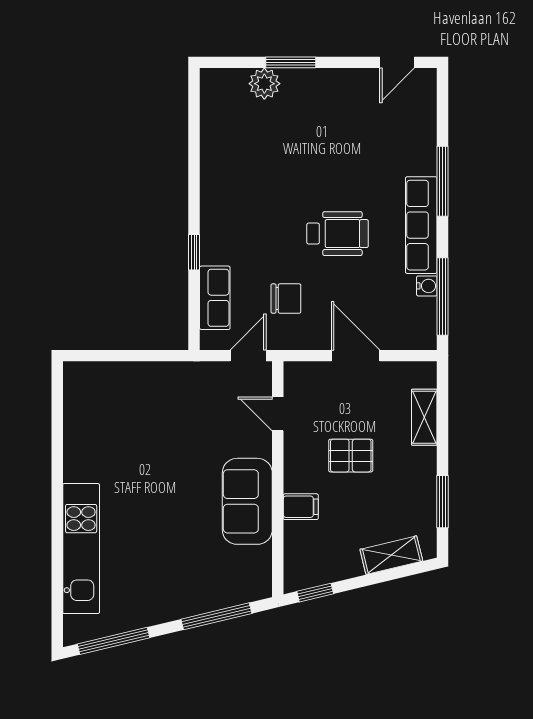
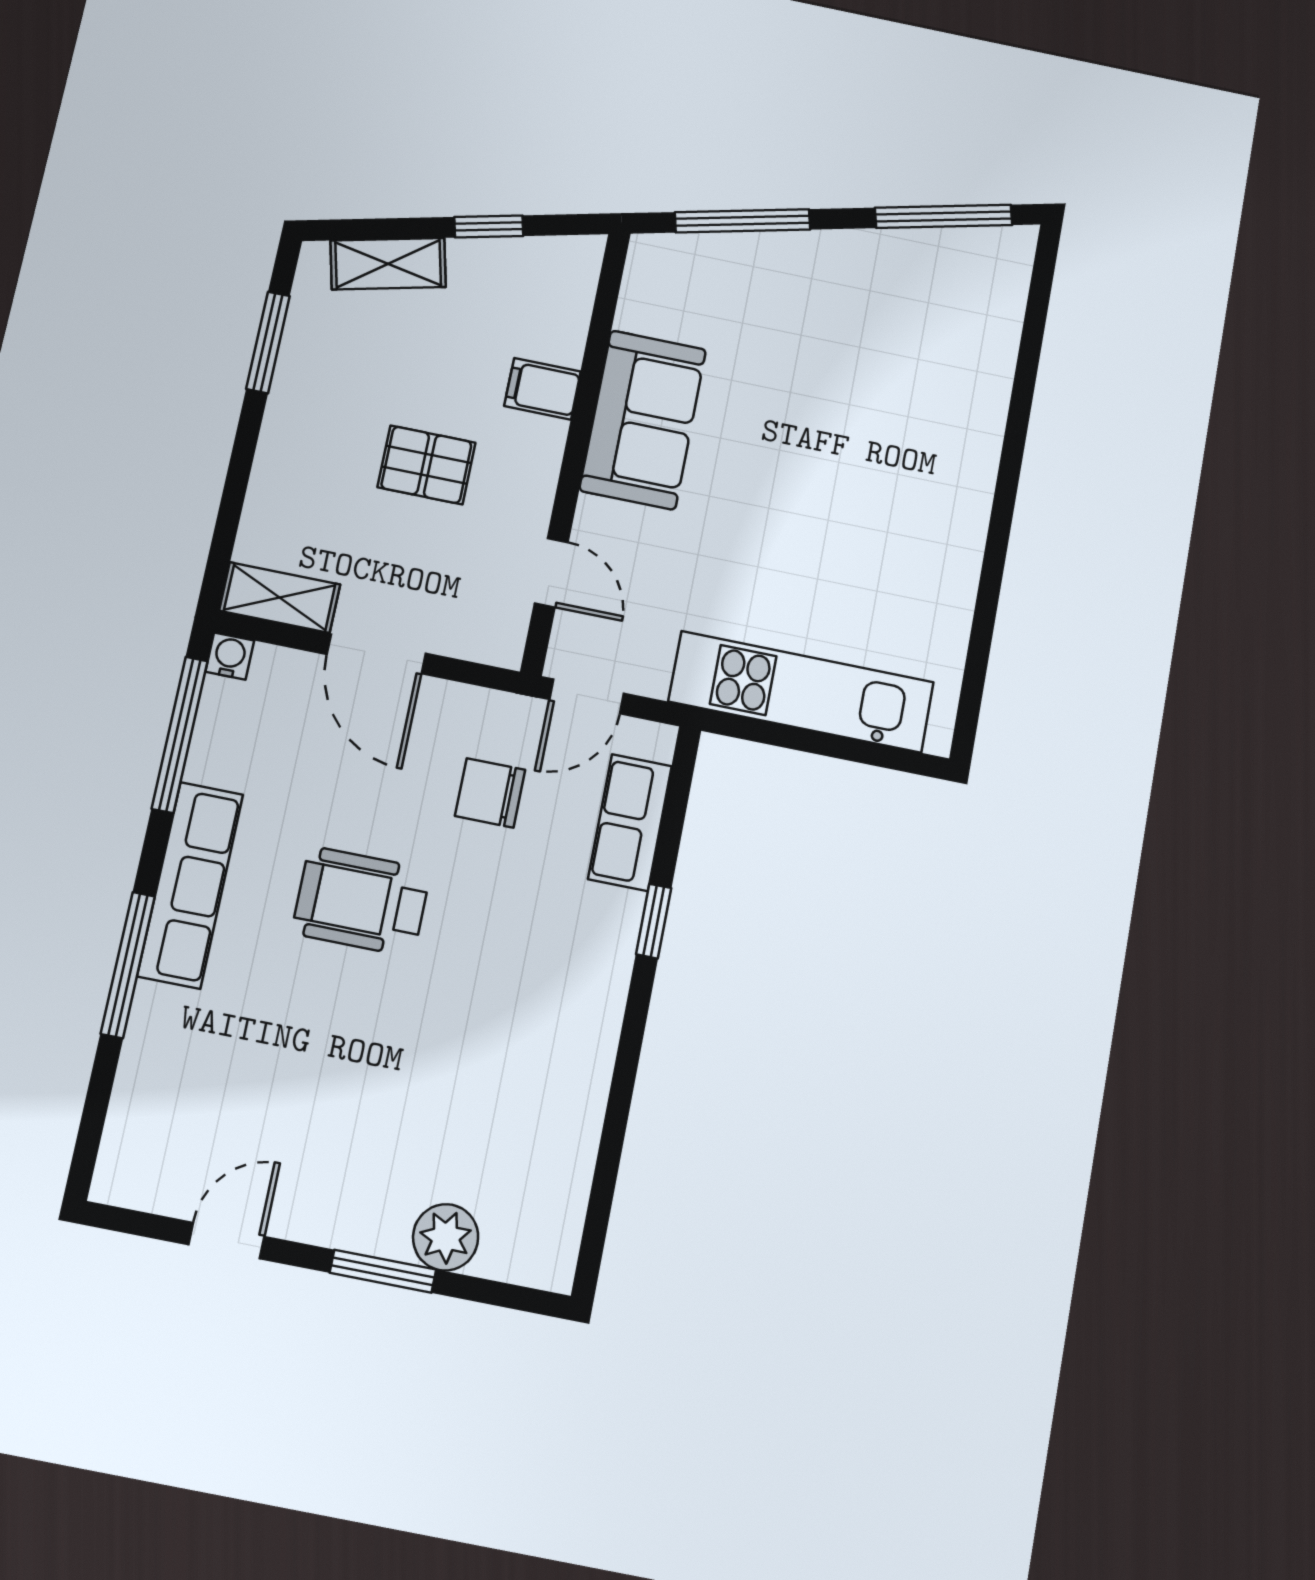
door: (397, 62) -> (226, 1241), moved
water cooler: (427, 286) -> (230, 656), moved, turned 90
shelving: (424, 417) -> (280, 598), moved, turned 90
kitchen unit: (81, 549) -> (801, 692), moved, turned 90
window: (315, 593) -> (489, 227), moved

